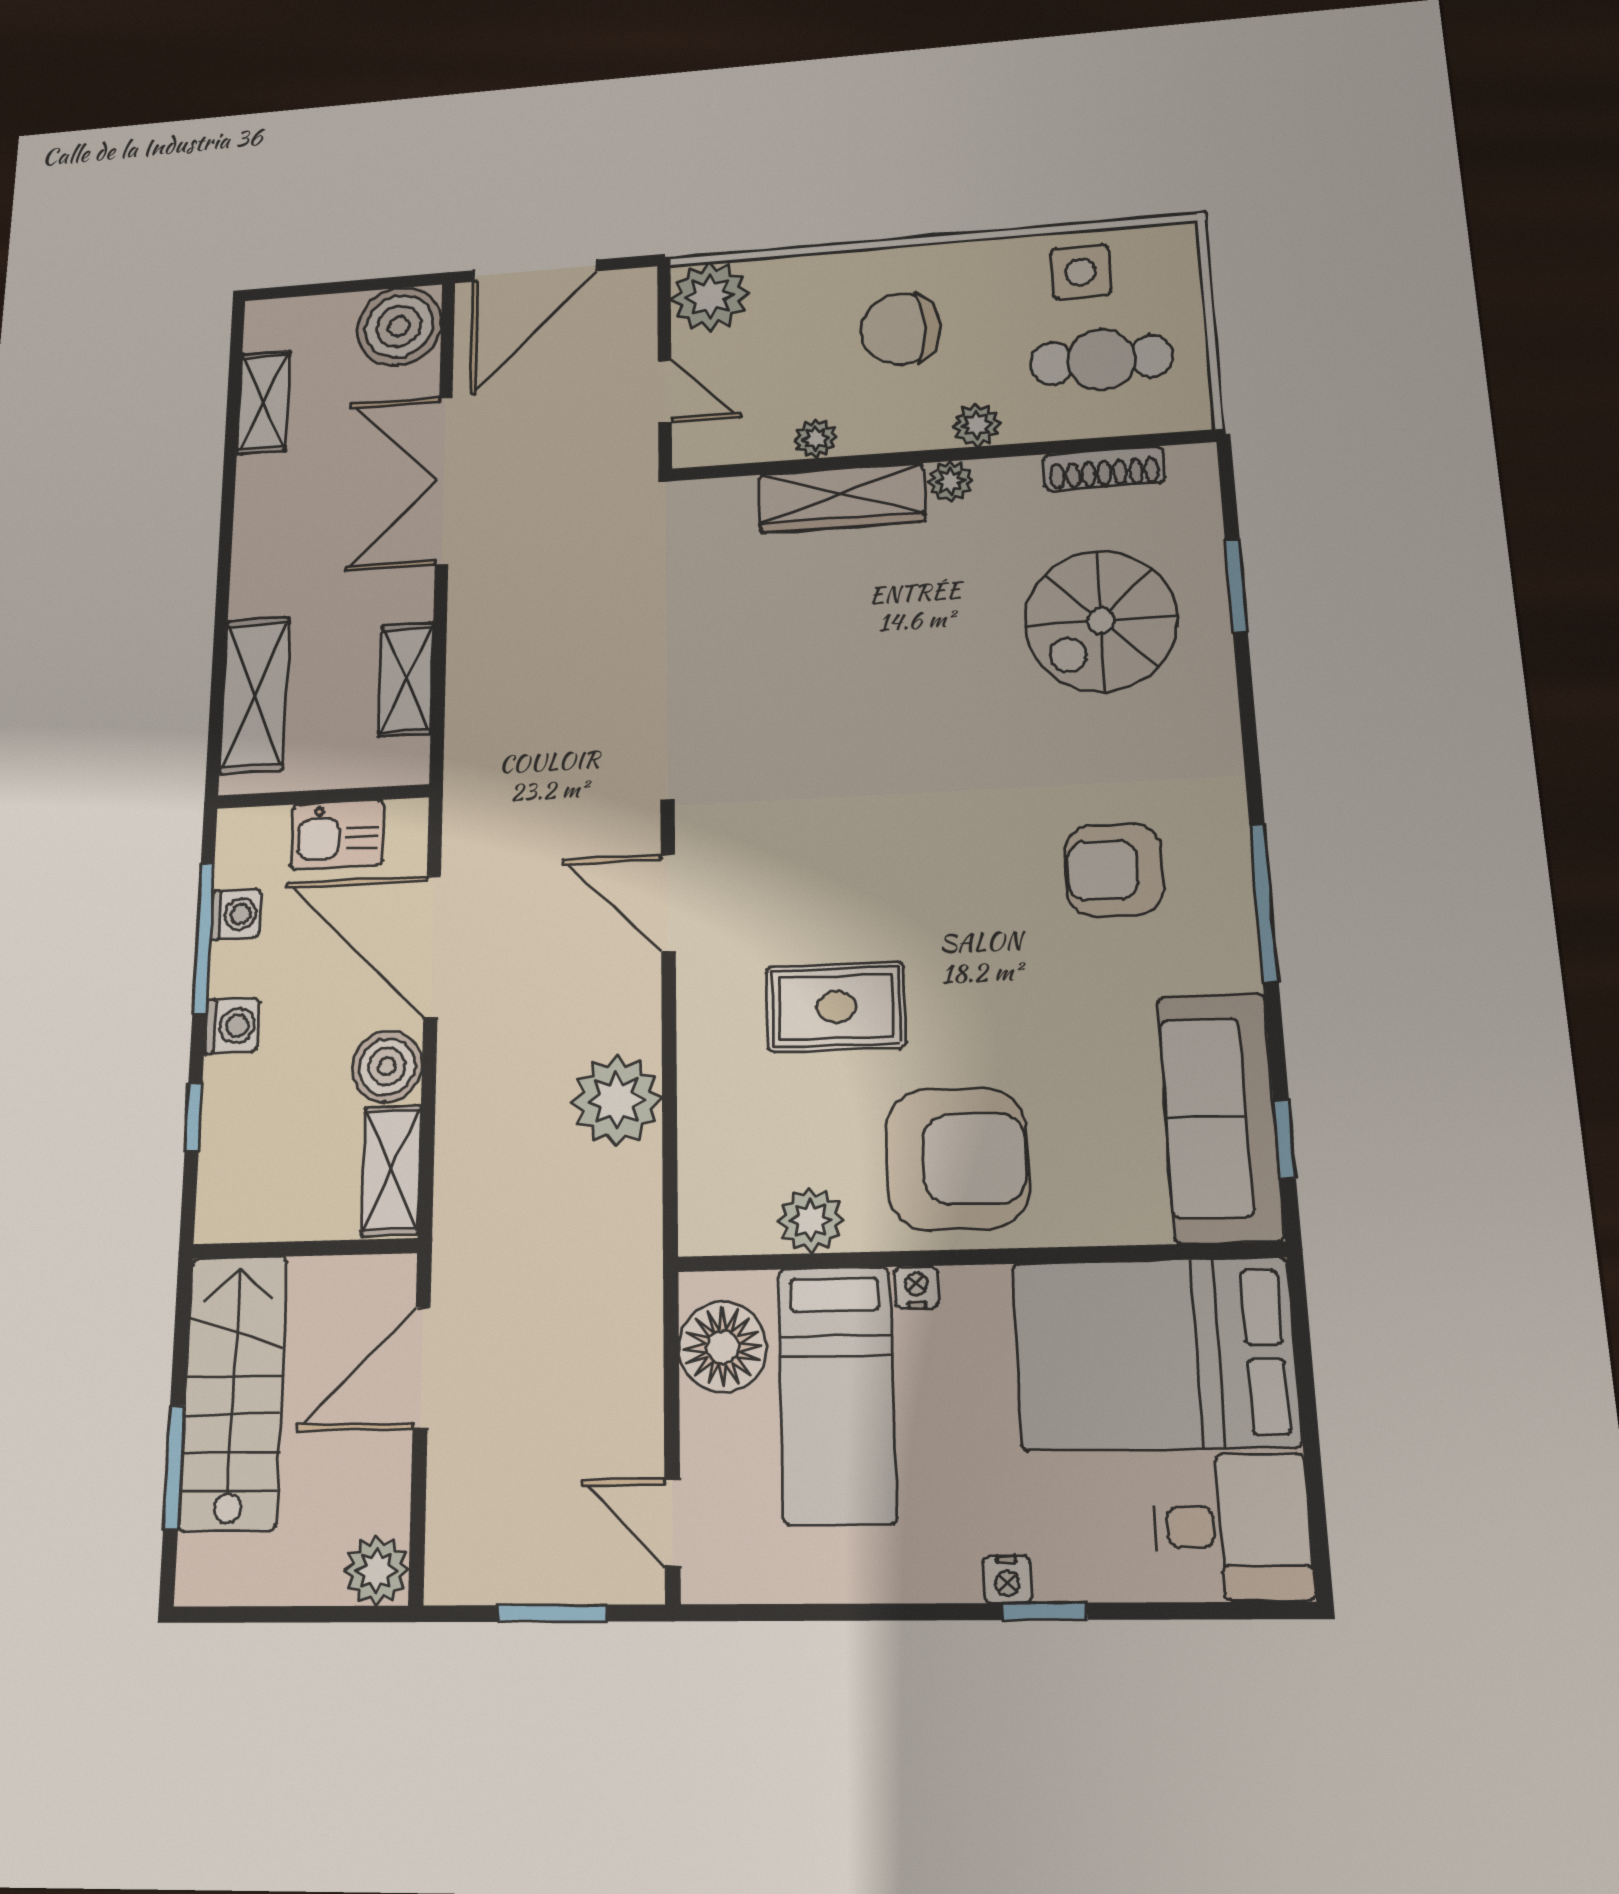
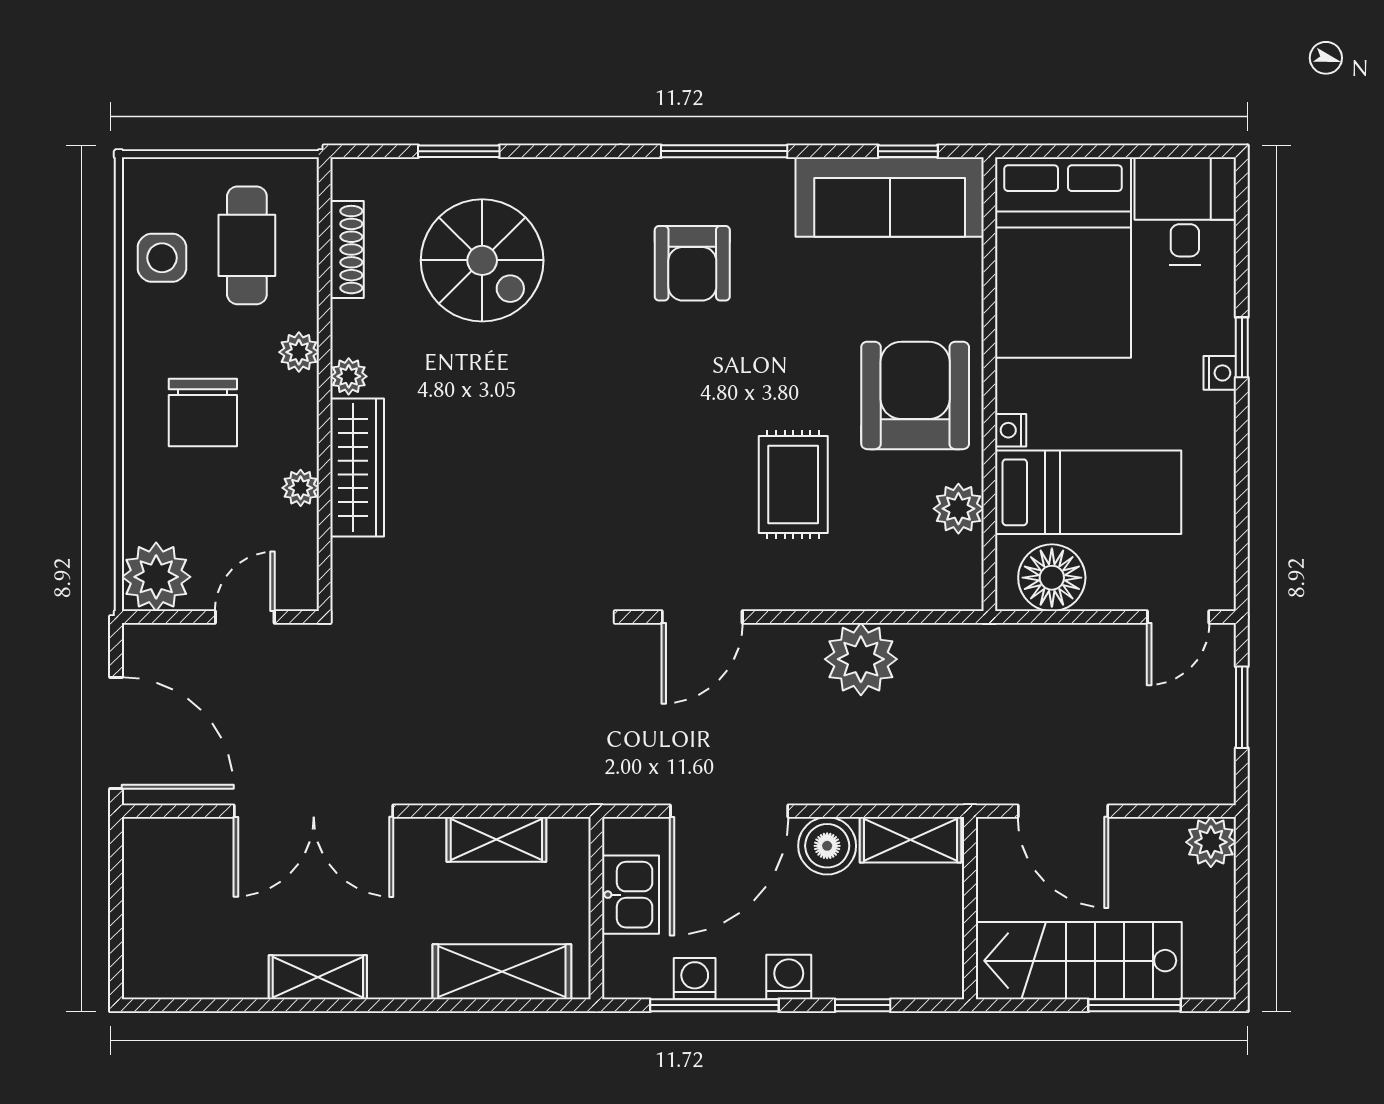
boiler: (399, 326) -> (160, 855), removed
shelving: (263, 402) -> (318, 977), moved

